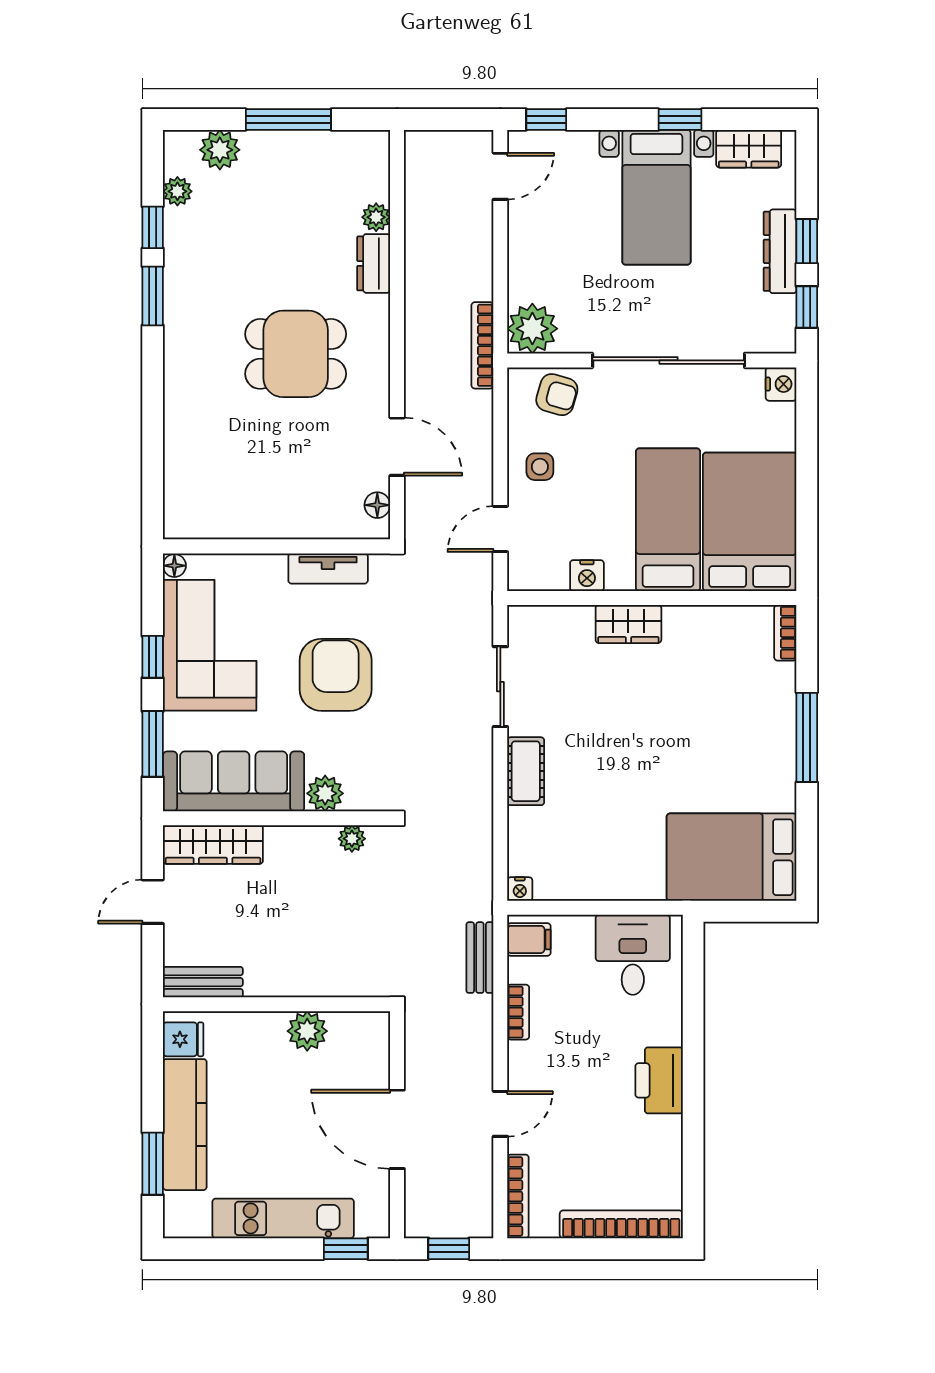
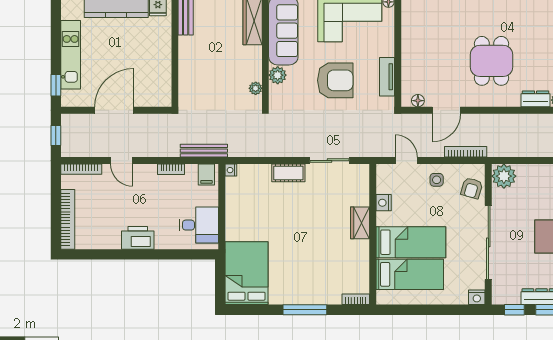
bookcase: (482, 345) -> (466, 152), moved
bed: (750, 522) -> (410, 274), width x0.67
bench: (480, 958) -> (204, 151), width x1.36
plant: (307, 1031) -> (162, 67), removed

